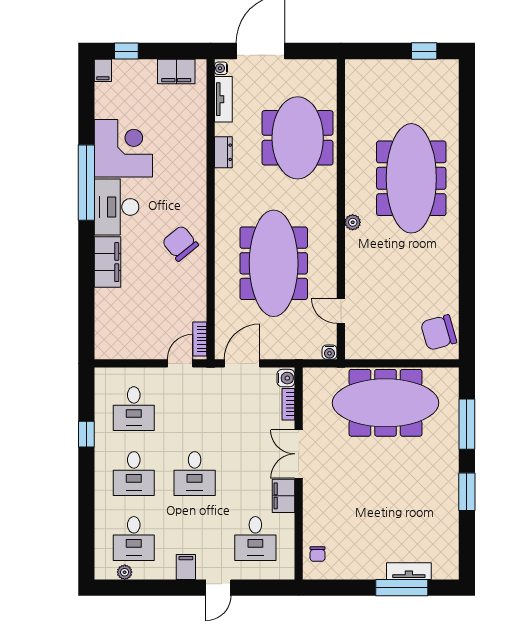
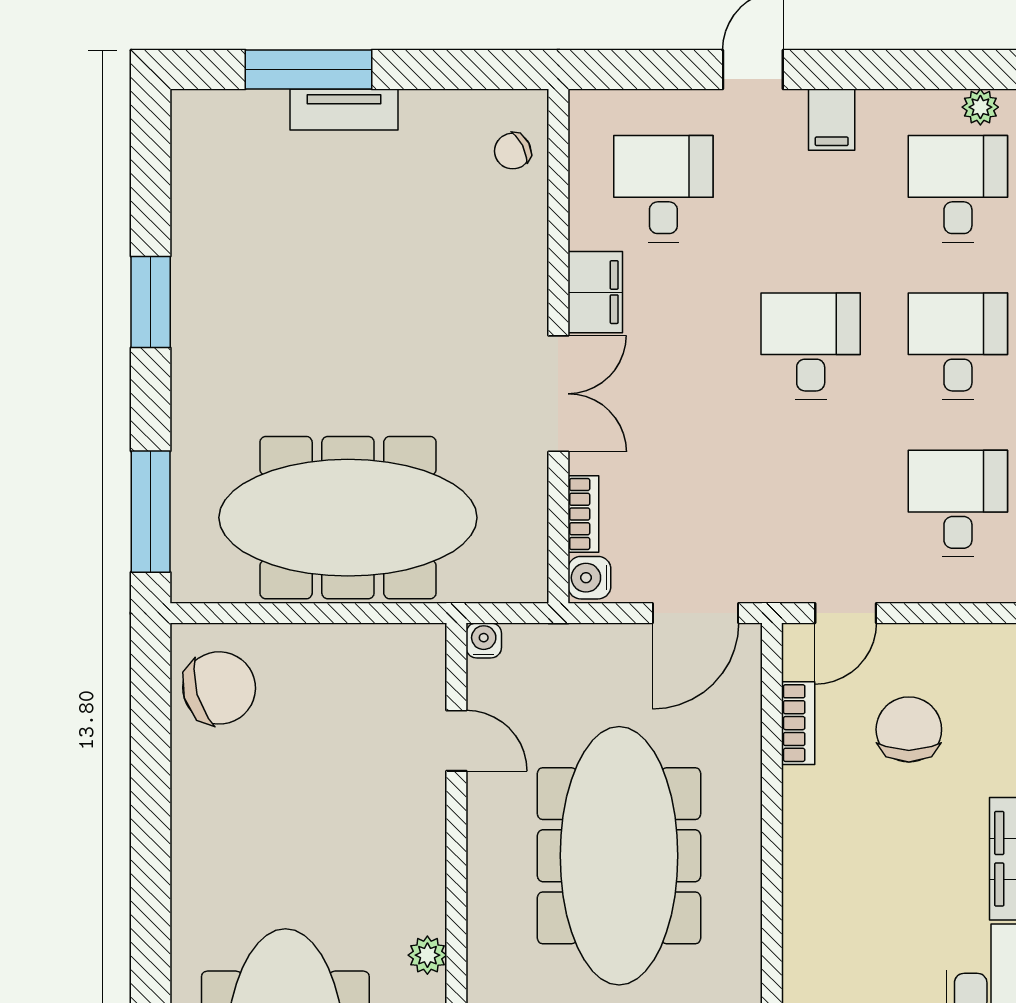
chair: (180, 243) -> (909, 729), moved, turned -141
bookcase: (200, 339) -> (798, 723), moved
window: (467, 424) -> (151, 512), moved
chair: (318, 554) -> (513, 151), turned -117
tv unit: (409, 571) -> (344, 110), moved

